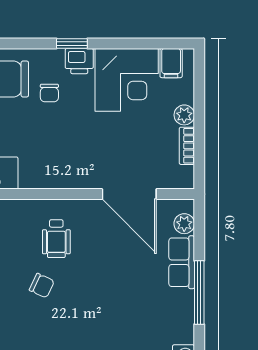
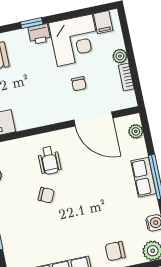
chair: (49, 93) -> (79, 84), moved
row of seats: (182, 262) -> (144, 177), moved

